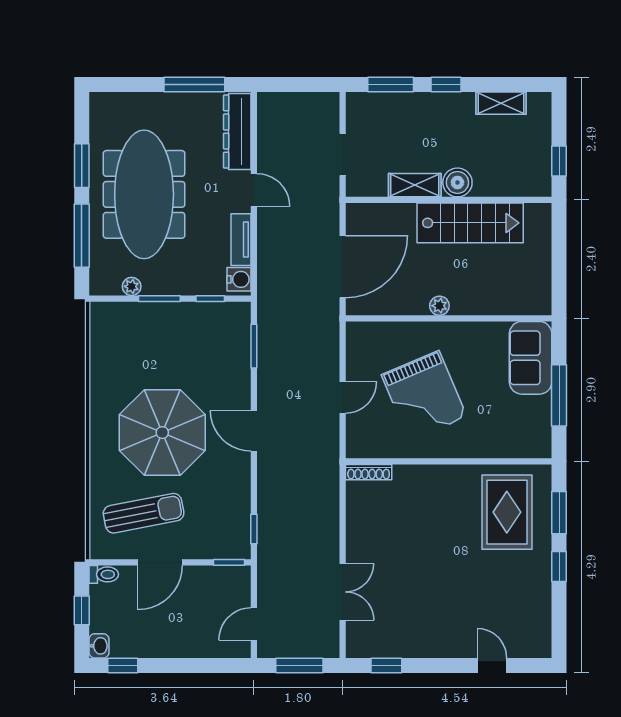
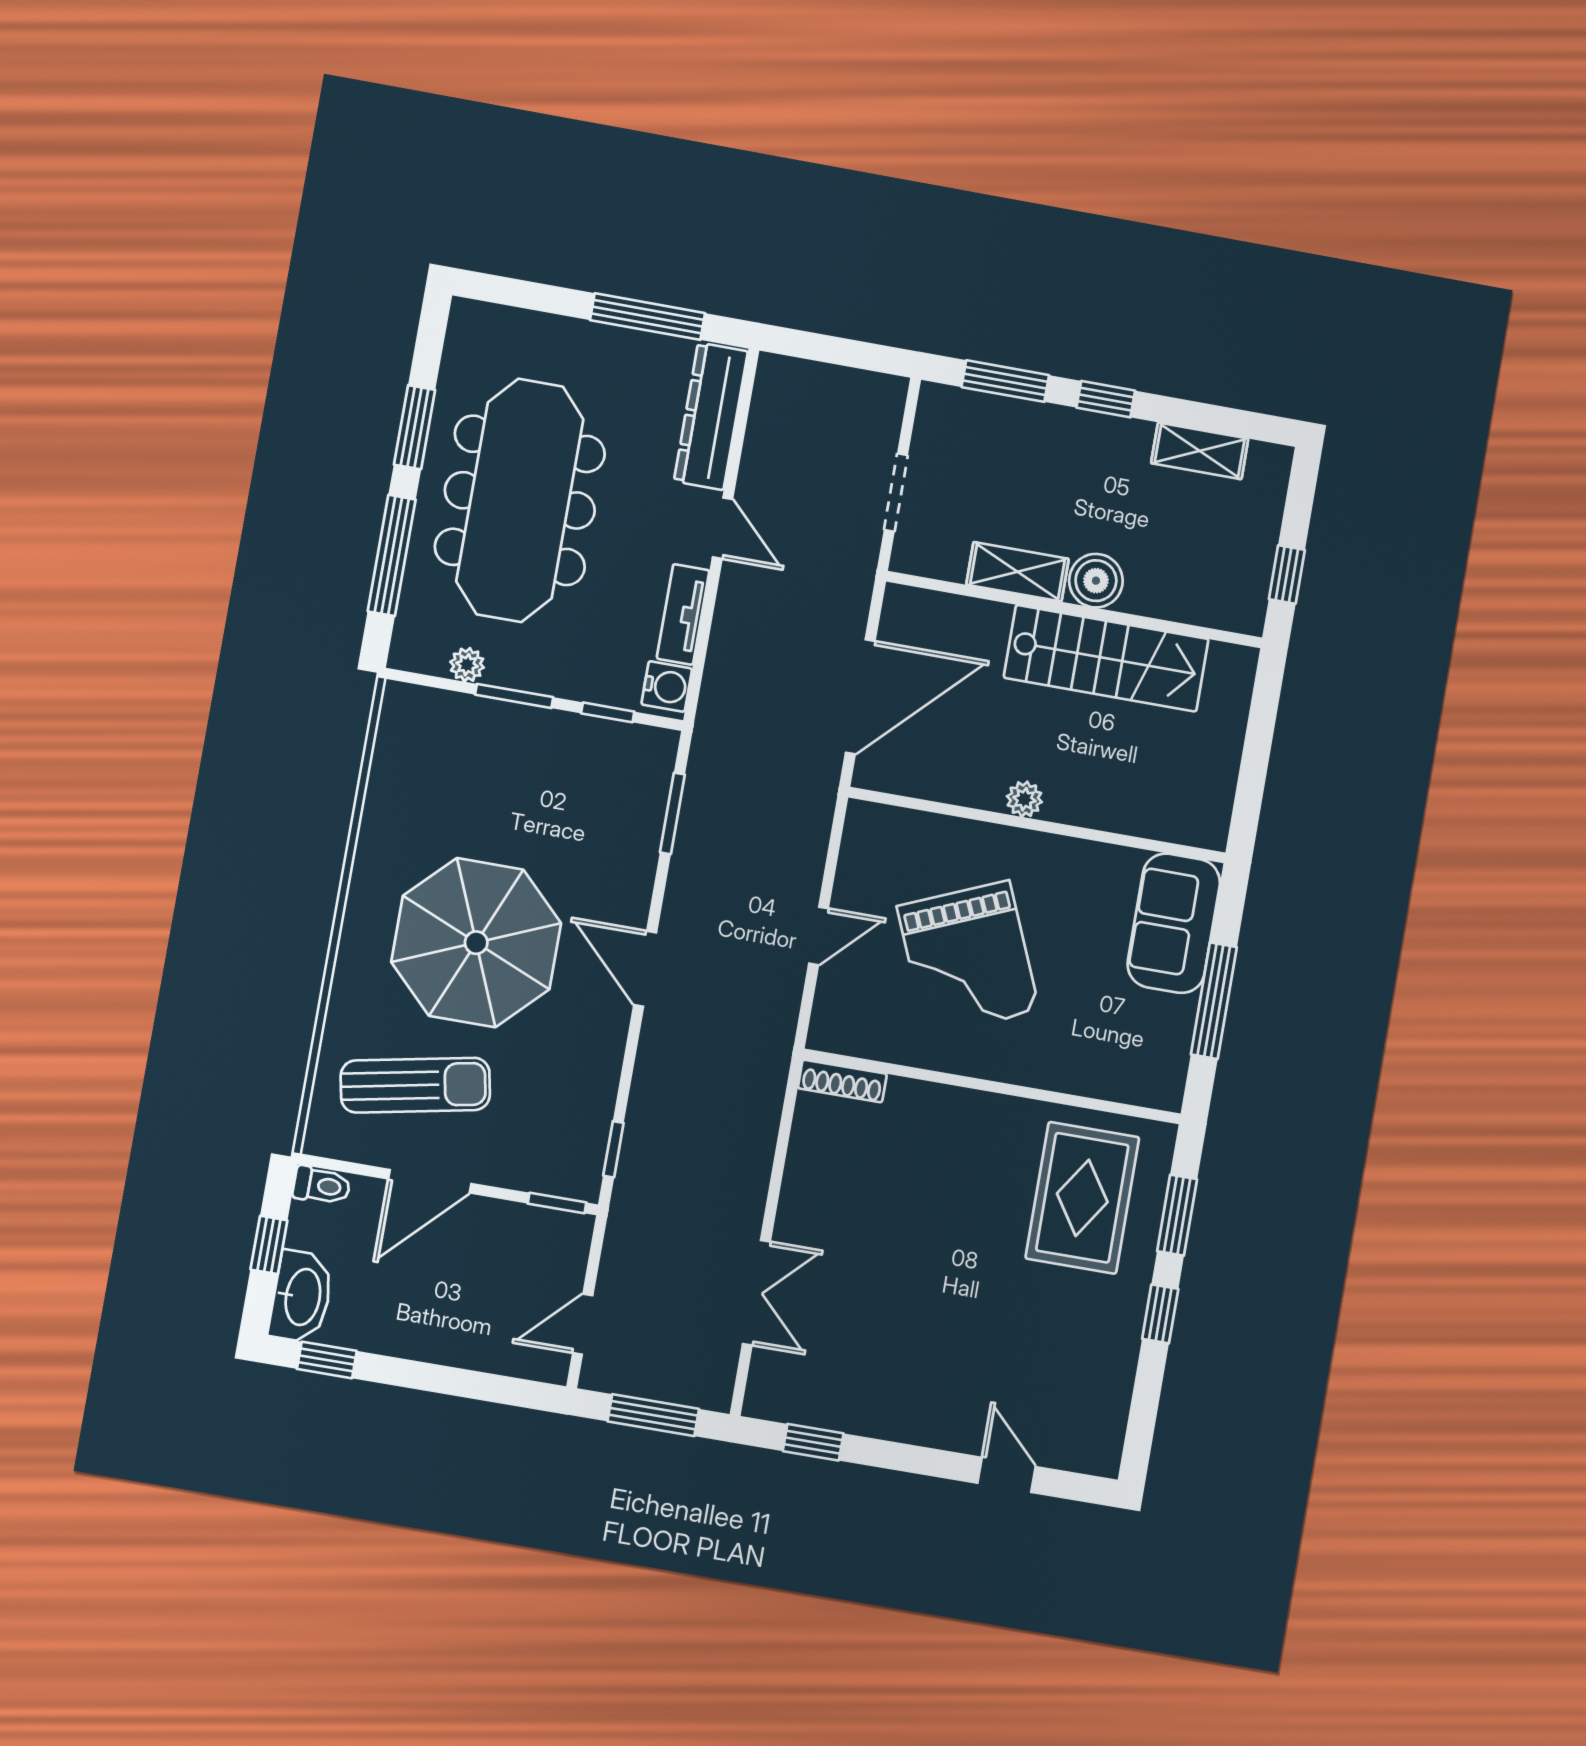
washbasin: (99, 646) -> (301, 1297), width x1.91, depth x1.45

